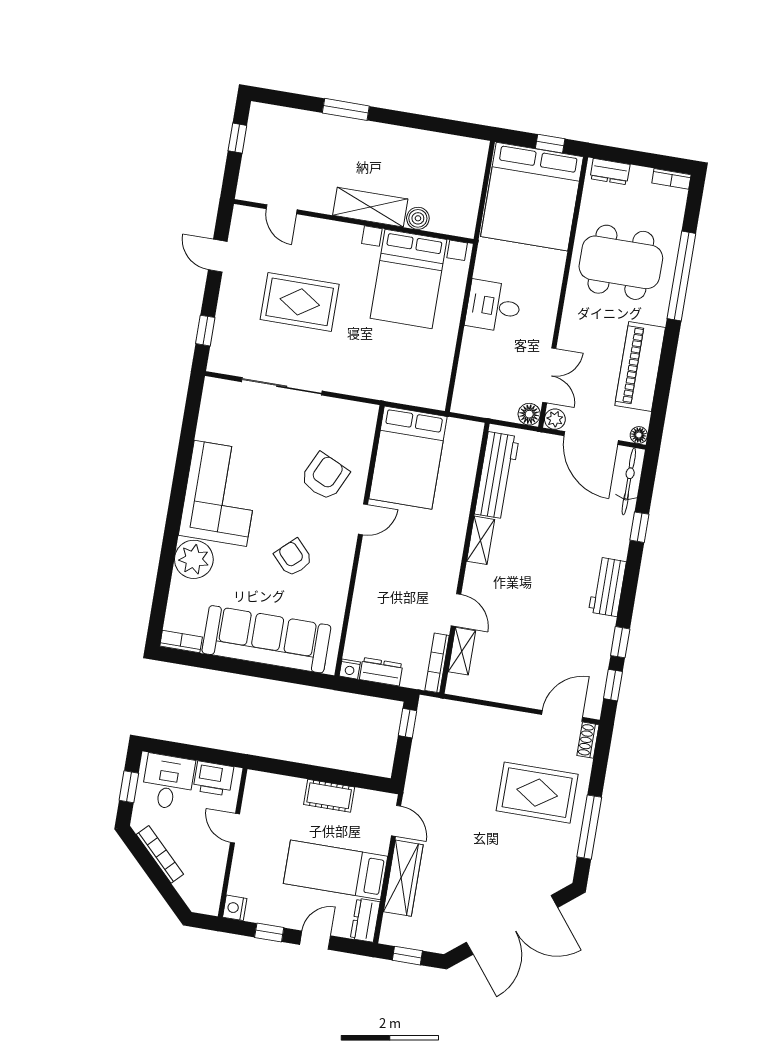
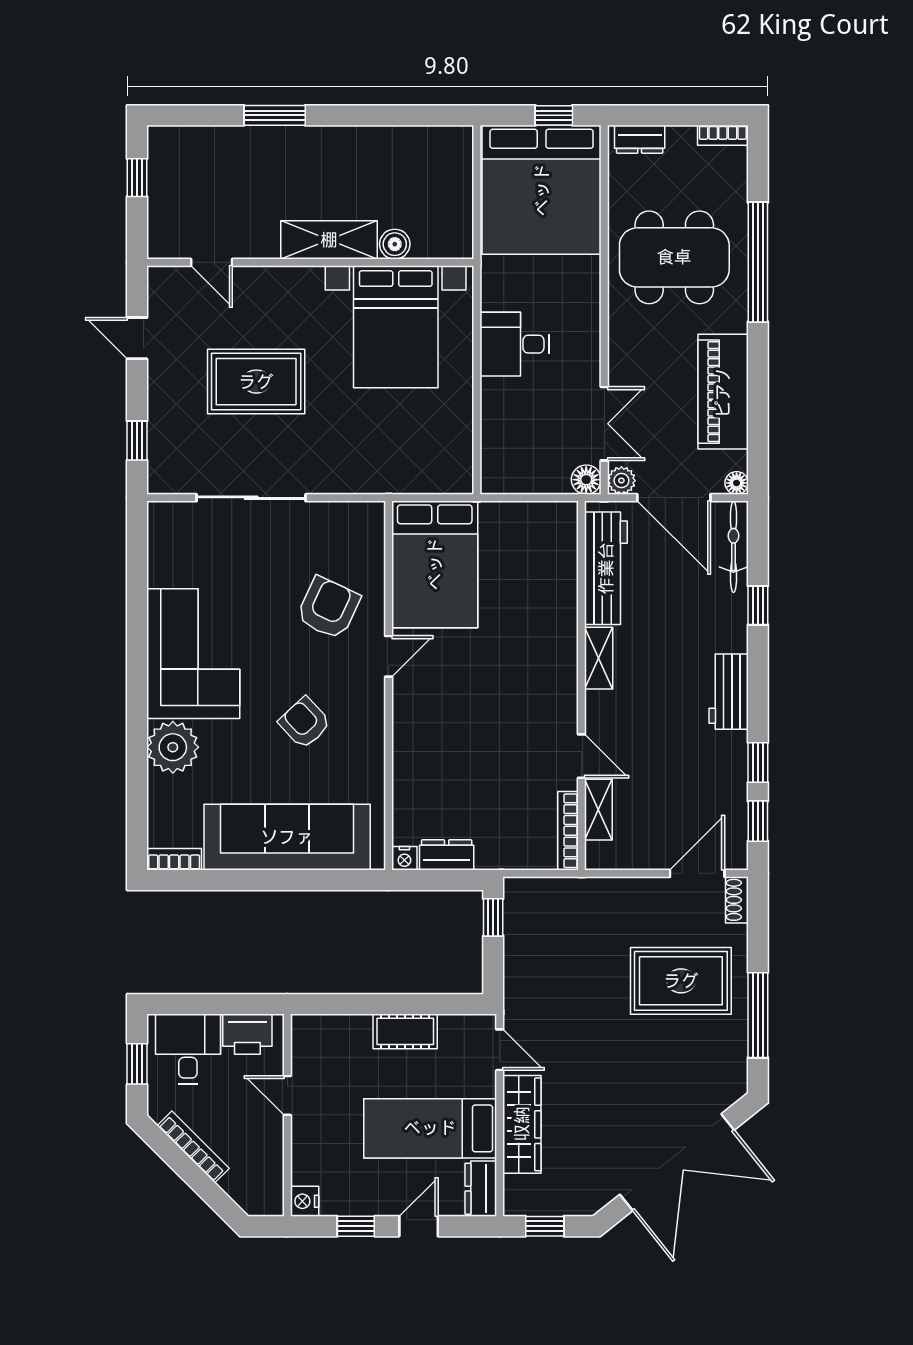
workbench: (497, 475) -> (606, 568), moved
shelving: (481, 540) -> (599, 658), moved
wall: (465, 558) -> (581, 686), moved
door: (456, 610) -> (581, 756), moved
shelving: (462, 651) -> (598, 810), moved
bookcase: (437, 663) -> (568, 831), moved

